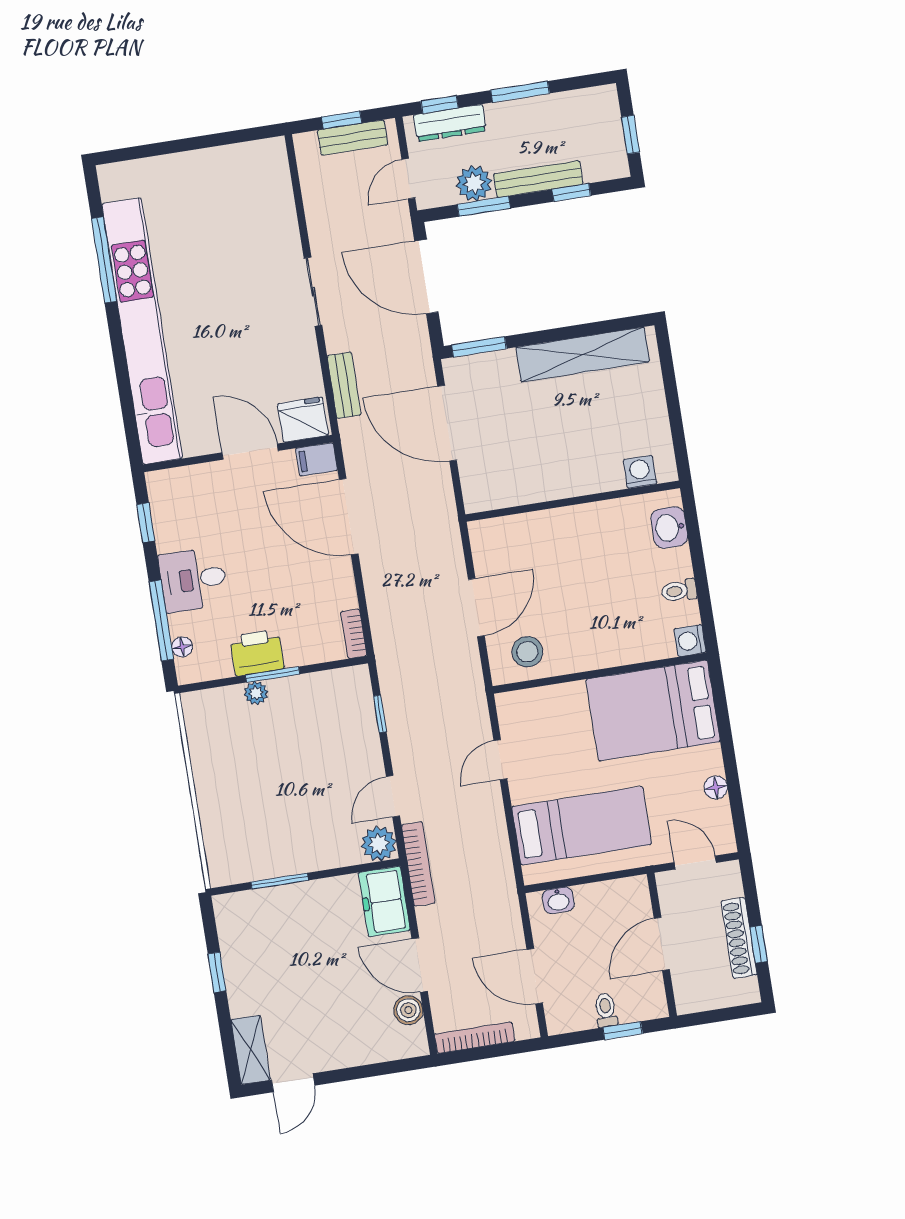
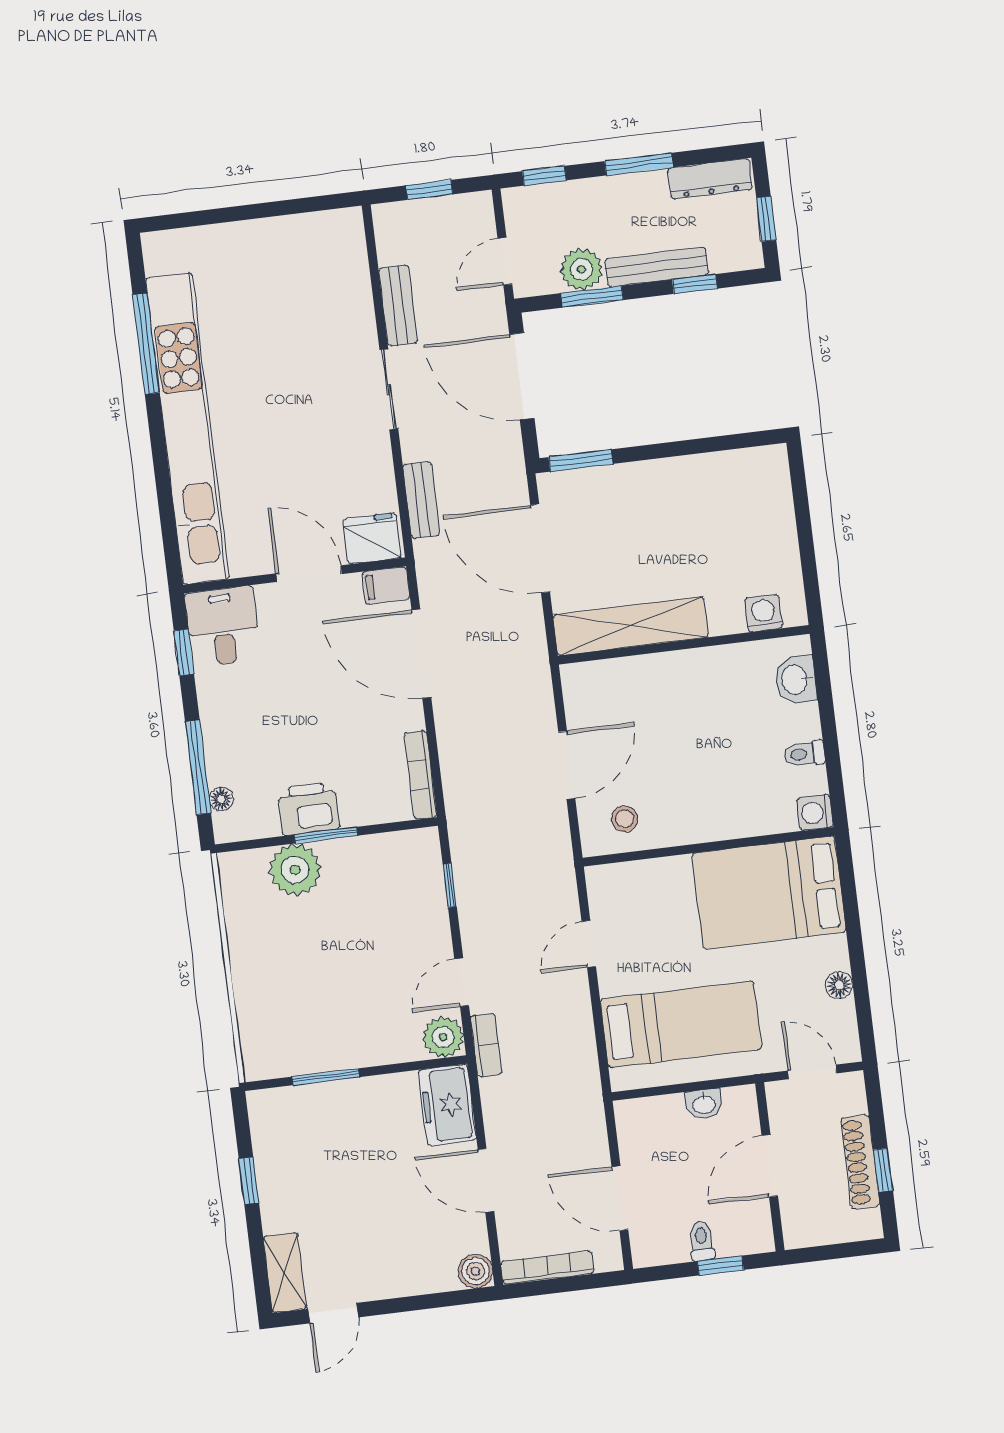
dresser: (450, 123) -> (710, 179), moved
bench: (353, 138) -> (398, 305), moved, turned 90
shelving: (583, 355) -> (631, 626), moved
desk: (193, 580) -> (223, 626), moved, turned 90
bookcase: (354, 634) -> (420, 775), width x1.56
stool: (527, 652) -> (625, 819), width x0.73, depth x0.73
plant: (256, 693) -> (295, 870), width x1.88, depth x1.88
bookcase: (418, 864) -> (486, 1045), width x0.64
washbasin: (558, 900) -> (704, 1104), moved
boiler: (408, 1010) -> (476, 1271), moved

